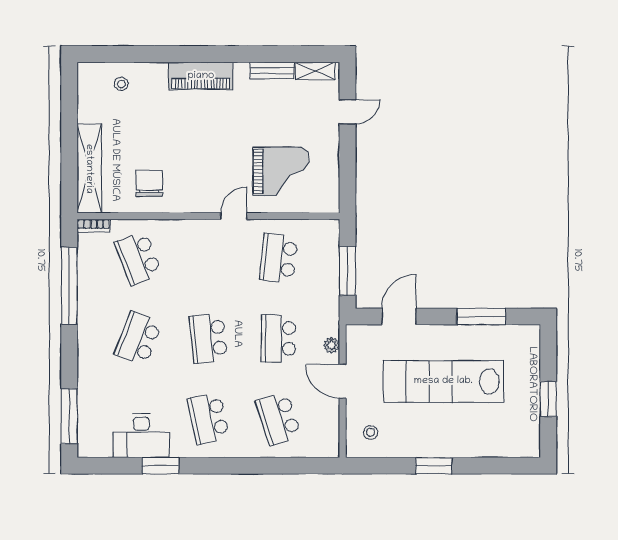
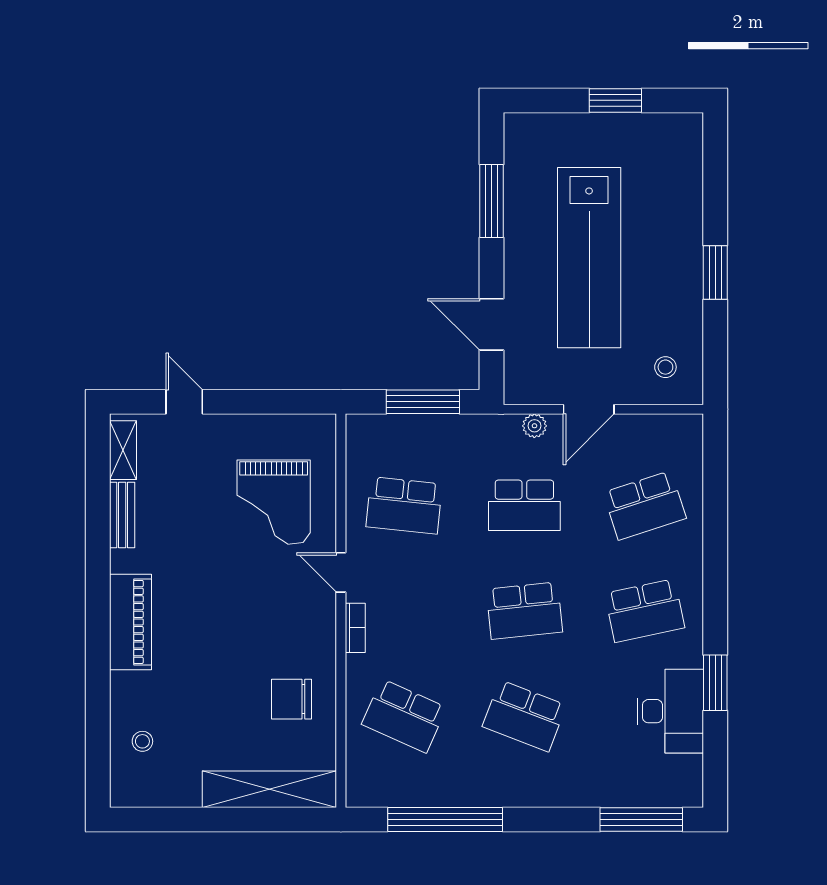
grand piano: (281, 171) -> (274, 502), turned 180
bookcase: (94, 226) -> (355, 628), moved
school desk: (138, 258) -> (404, 716), turned 45

